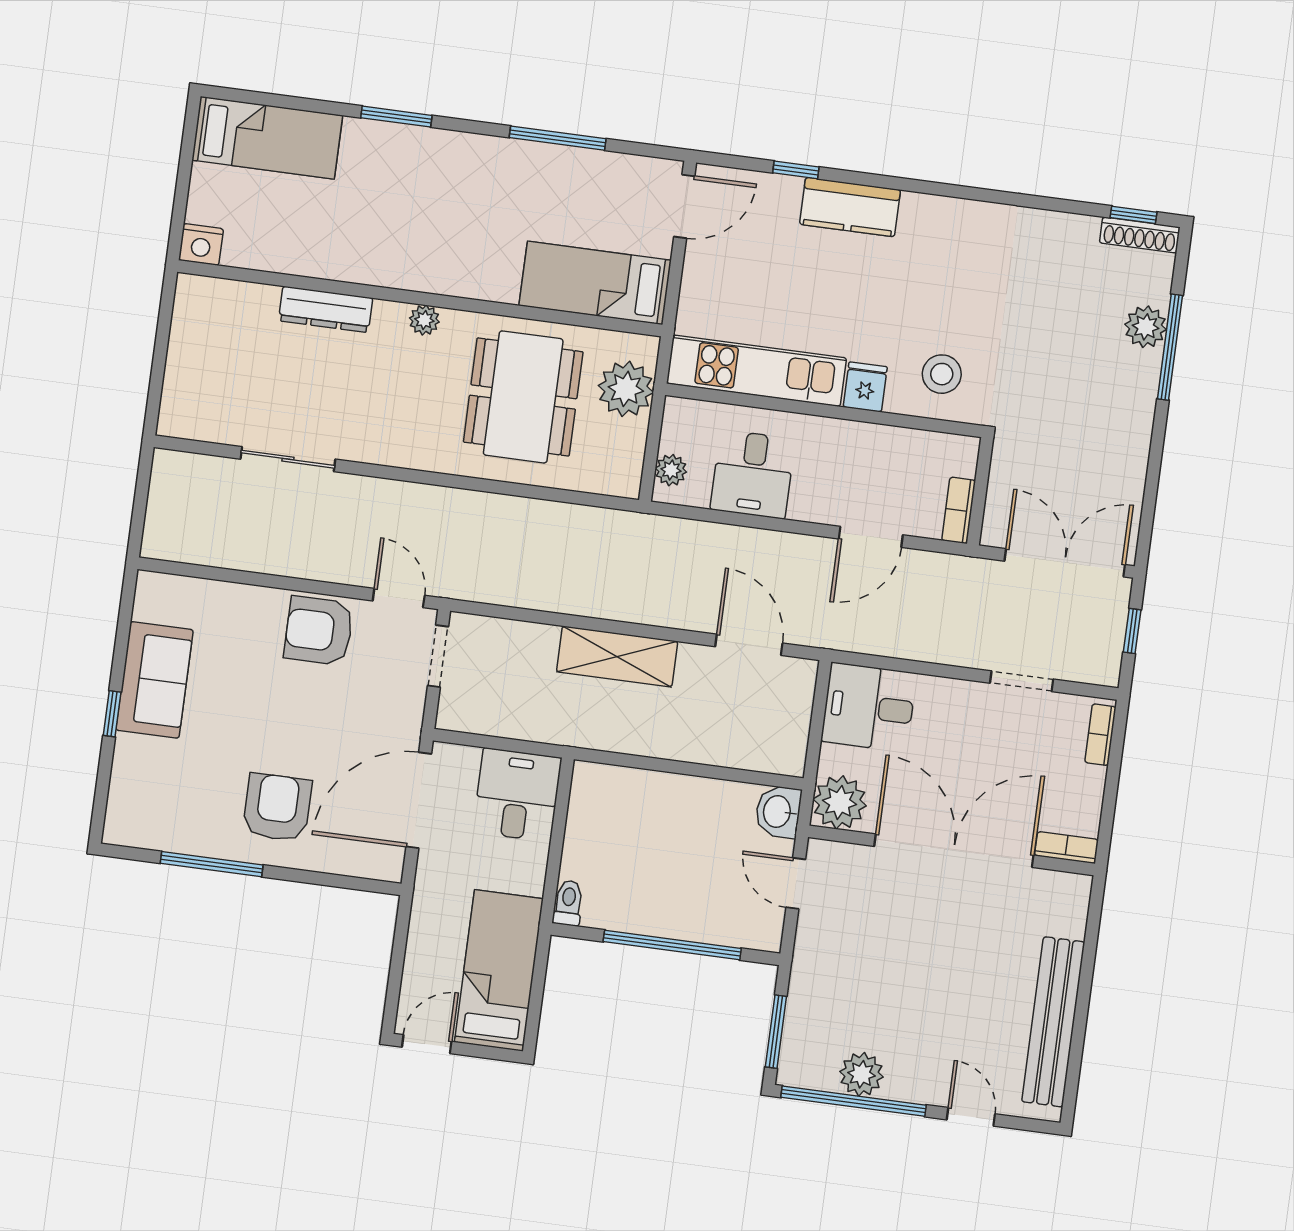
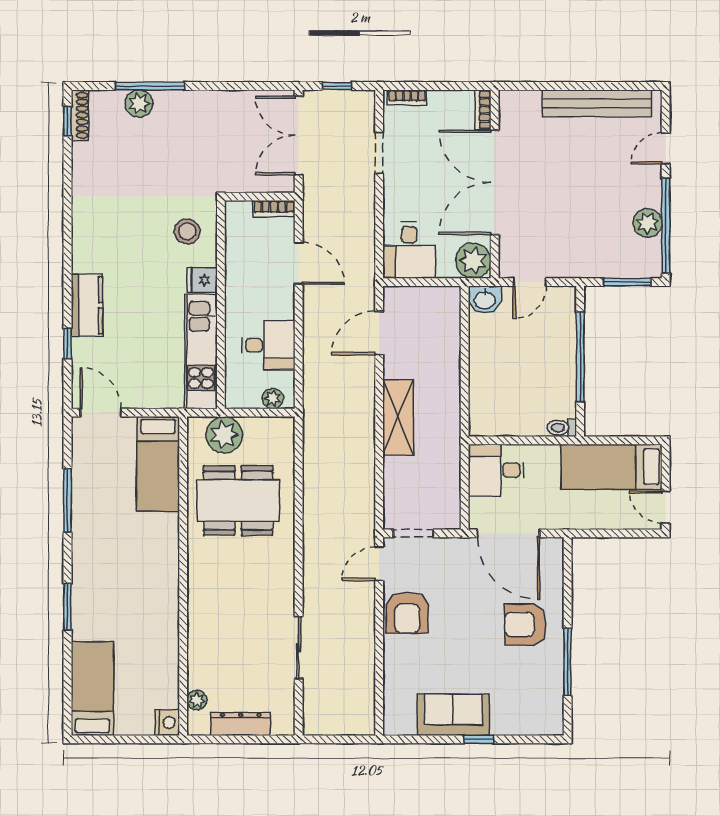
dresser: (326, 309) -> (241, 724), moved, turned -90
plant: (424, 320) -> (197, 700), moved

